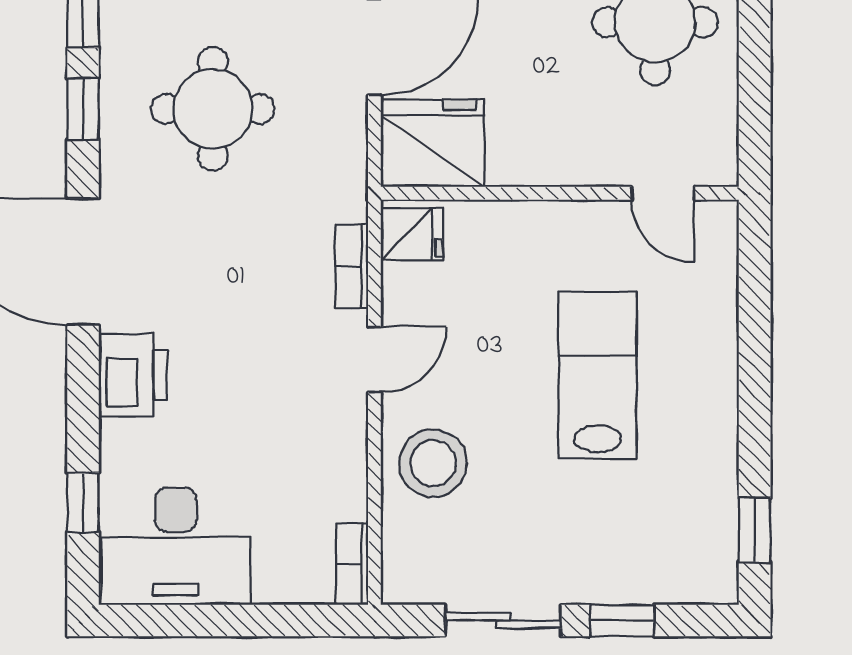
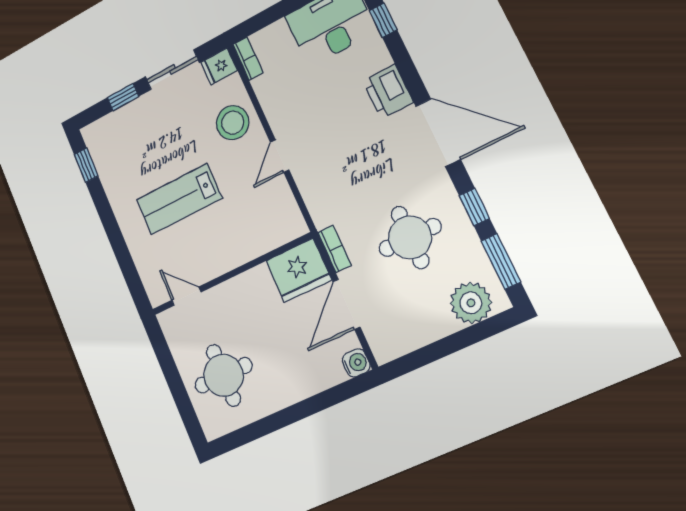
fridge: (412, 234) -> (219, 66), moved
bookcase: (351, 266) -> (335, 249), moved
lab bench: (598, 375) -> (179, 199), turned 90

